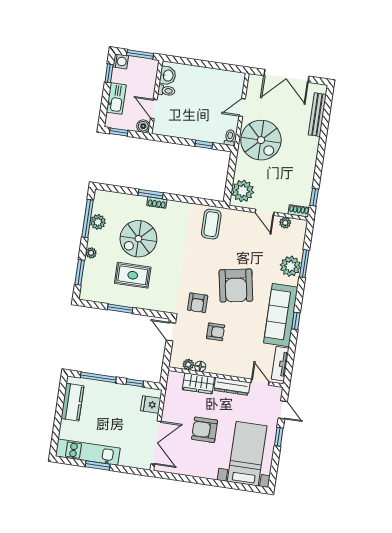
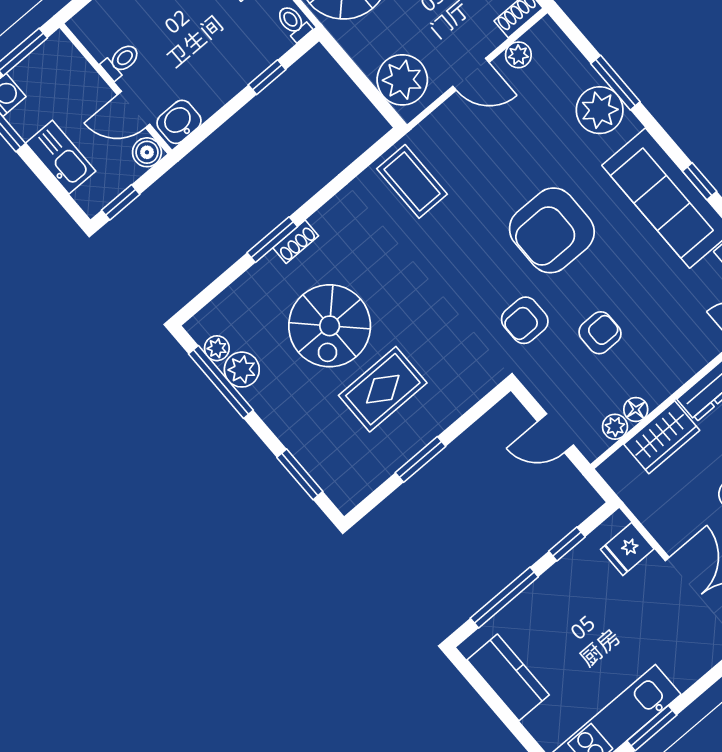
washbasin: (168, 75) -> (179, 122), moved, turned -90
plant: (91, 253) -> (217, 348), moved
armchair: (236, 286) -> (552, 230), turned 100
armchair: (198, 303) -> (525, 320), turned 90
door: (171, 332) -> (555, 433), moved

